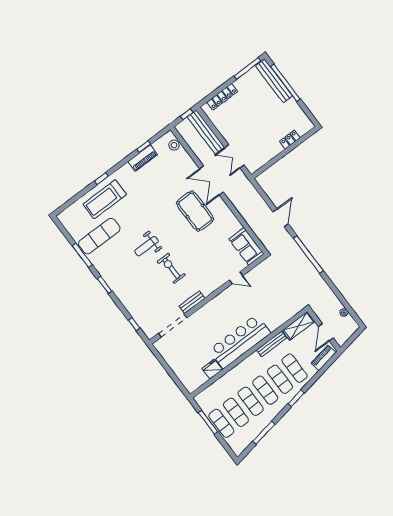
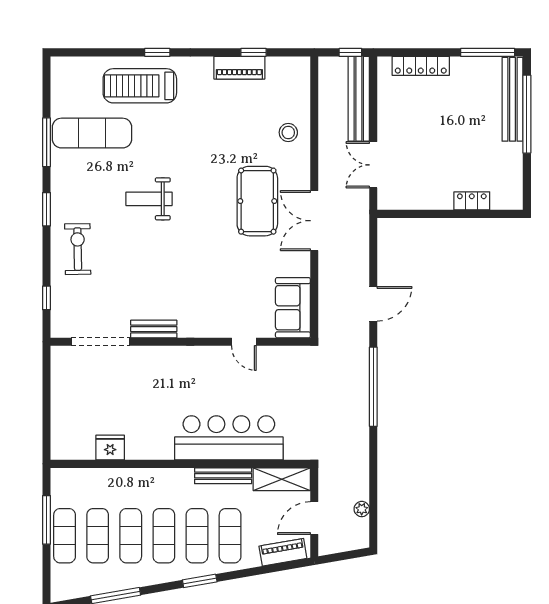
stool: (174, 145) -> (288, 132), moved
double door: (211, 180) -> (314, 221), moved
exercise bike: (171, 268) -> (78, 249), moved
bar counter: (240, 341) -> (229, 438), moved

